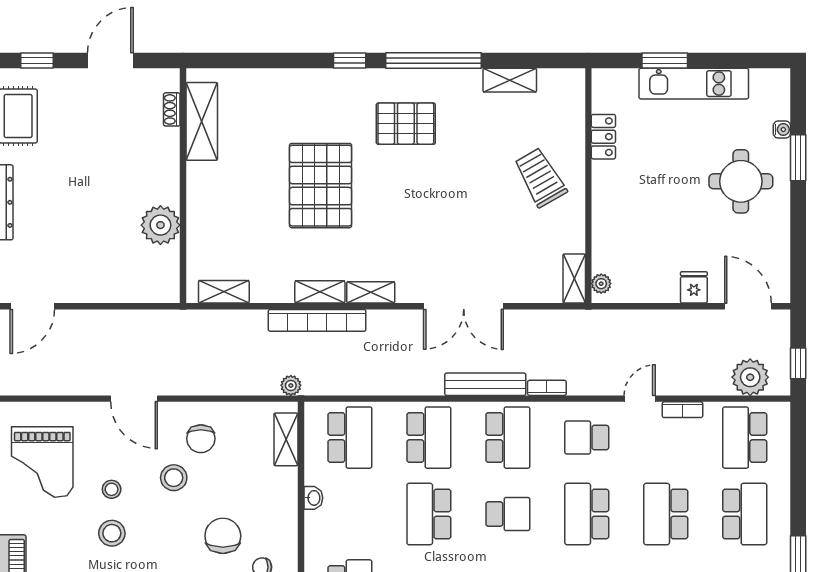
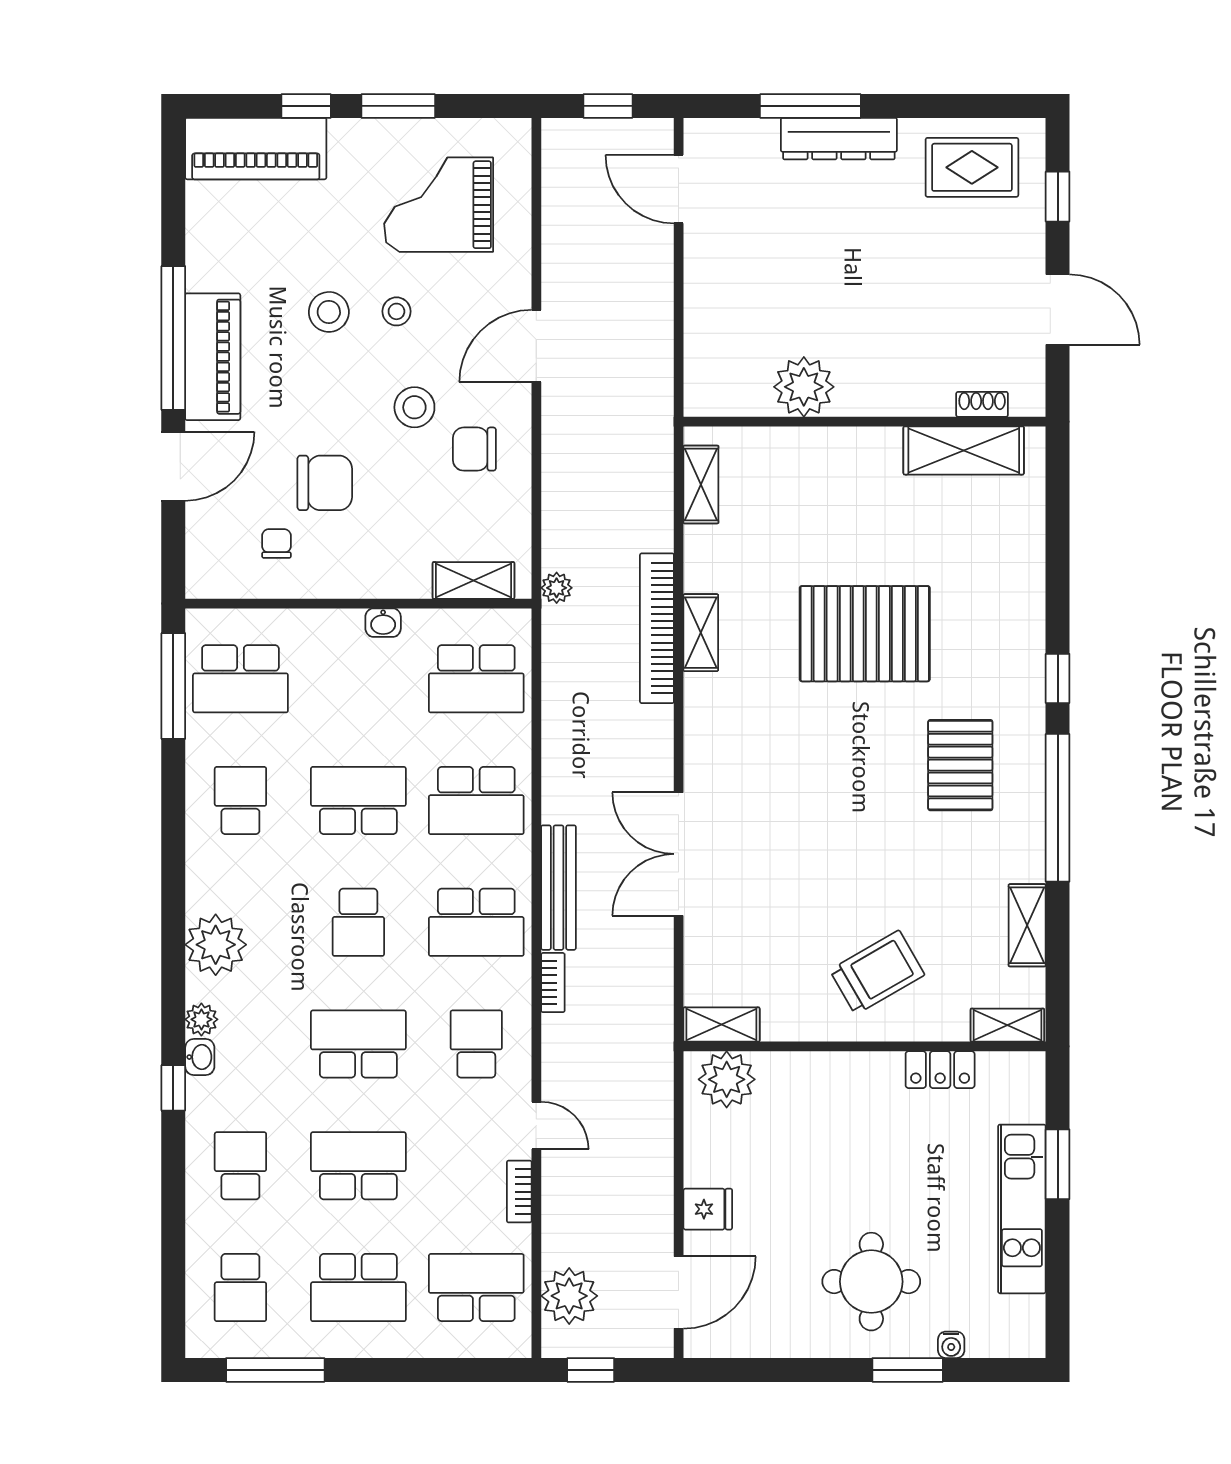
plant: (601, 284) -> (727, 1079), width x1.88, depth x1.88
shelving: (371, 292) -> (1007, 1025), moved, turned 90

